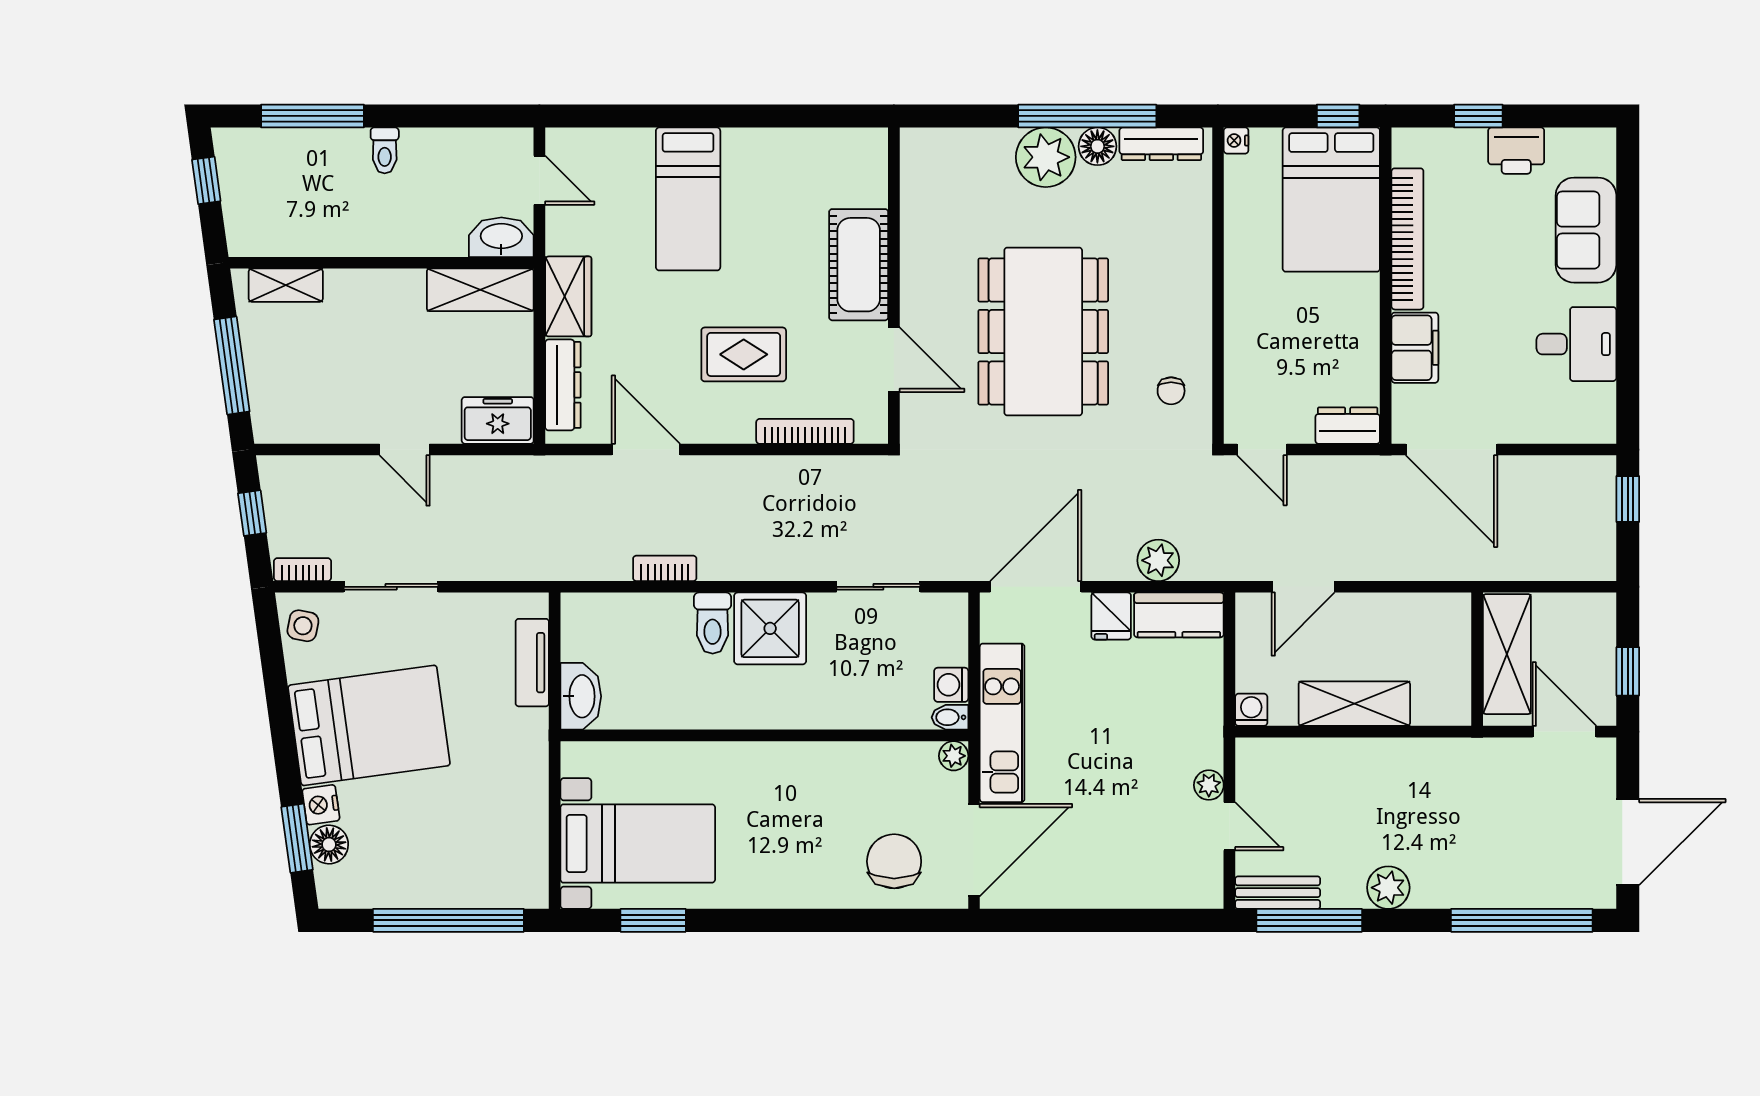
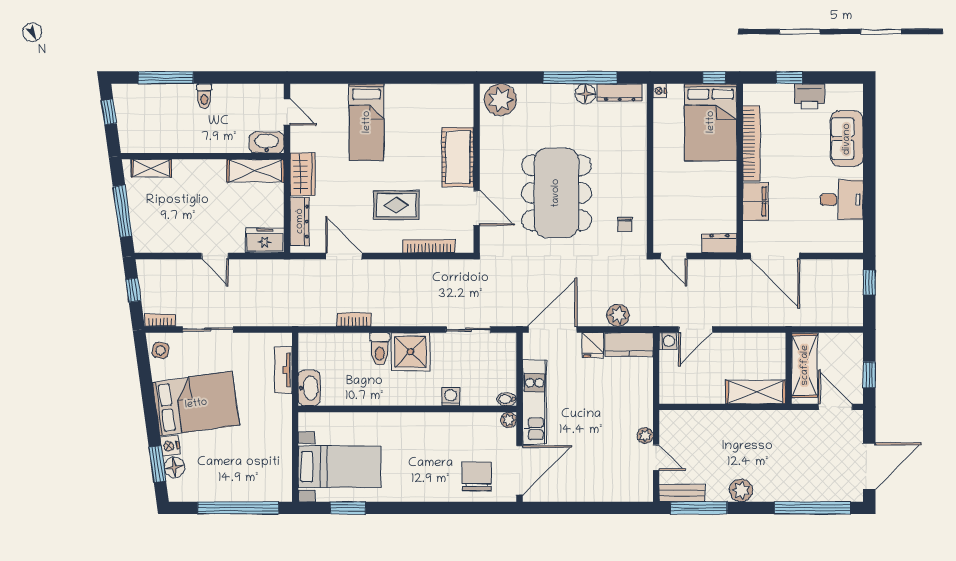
plant: (1046, 157) -> (500, 100), moved
washing machine: (951, 685) -> (451, 397), moved, turned 90
shelving: (1354, 704) -> (756, 392), moved
washing machine: (1251, 710) -> (668, 341), moved, turned 90

